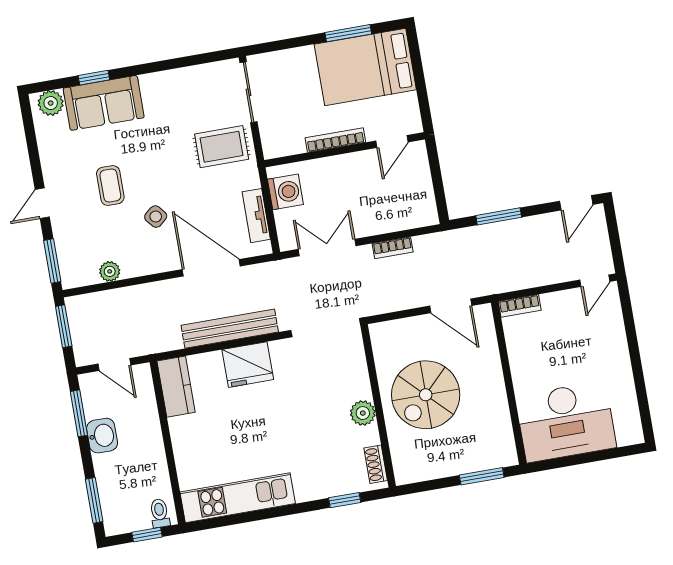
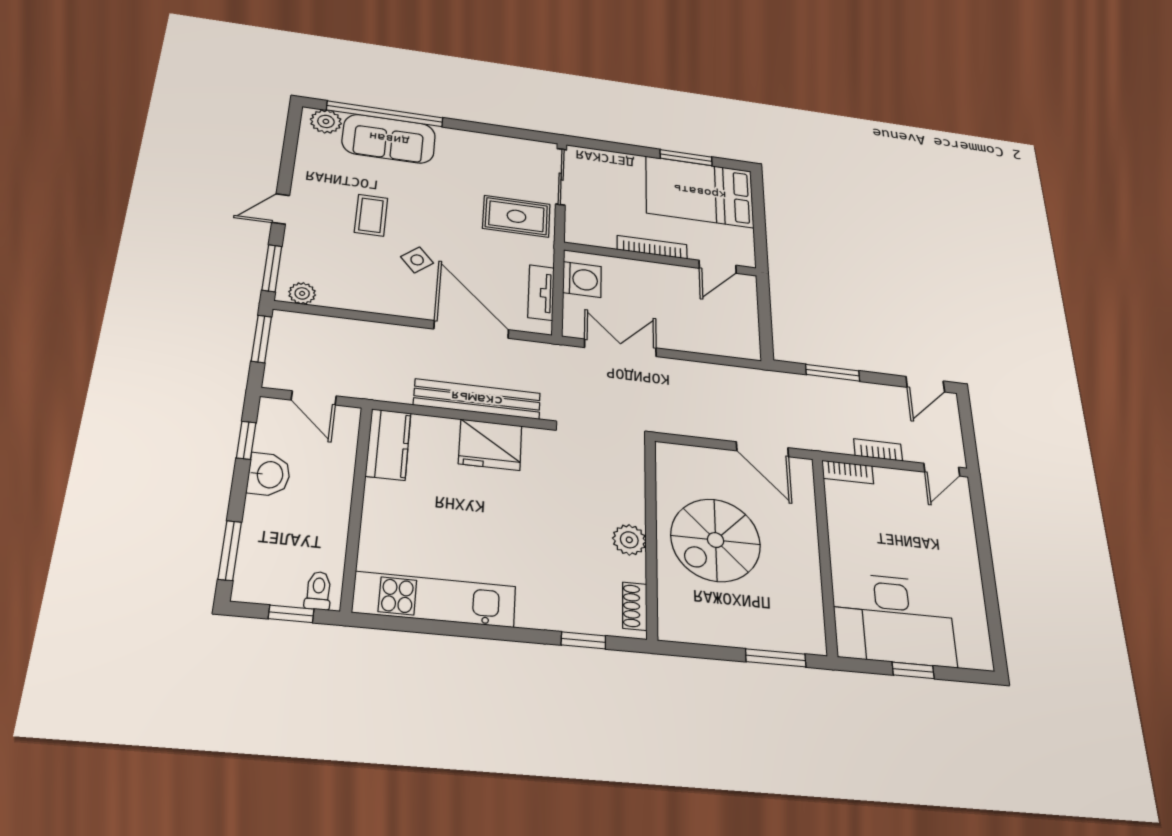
window: (94, 78) -> (385, 114), width x3.17
bookcase: (393, 248) -> (878, 450), moved, turned 180
plant: (110, 271) -> (302, 293), moved
window: (79, 413) -> (246, 440), width x0.67
window: (583, 458) -> (913, 670), added

